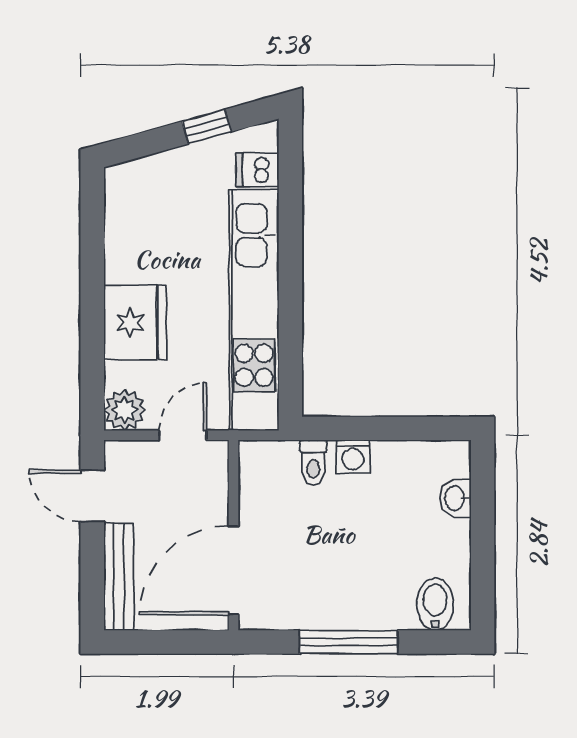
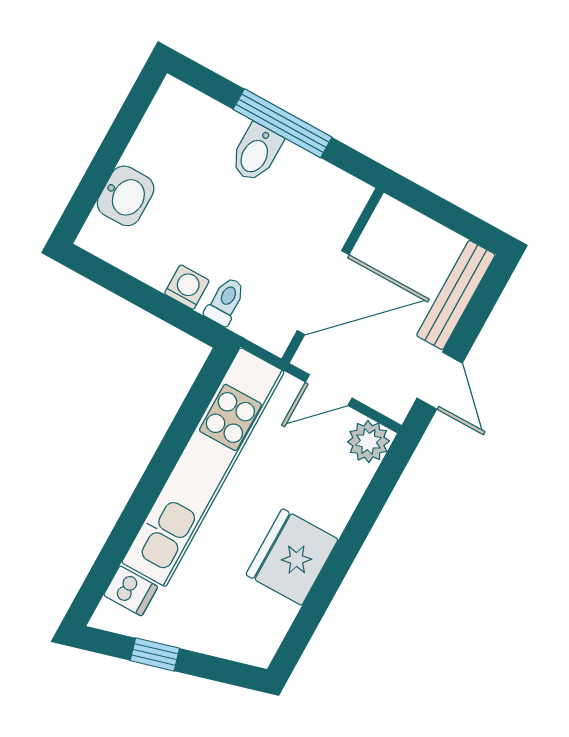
fridge: (135, 323) -> (292, 557), moved
washbasin: (456, 498) -> (126, 196), width x1.38, depth x1.45
door: (234, 570) -> (323, 293), moved
bidet: (435, 604) -> (256, 153), moved

